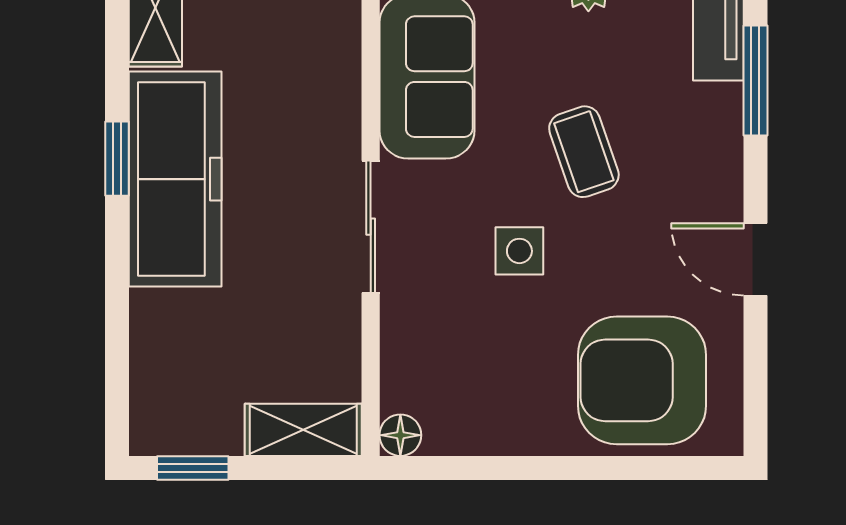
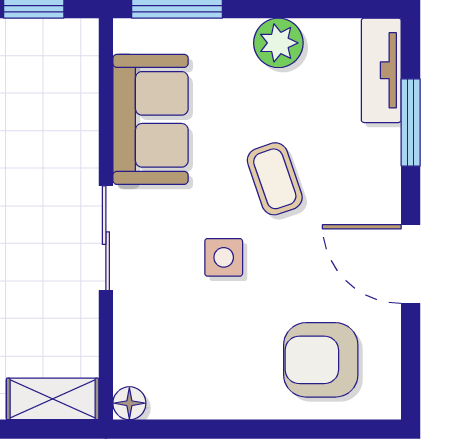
door: (755, 259) -> (411, 264), width x1.38
armchair: (642, 380) -> (321, 360), width x0.73, depth x0.73

